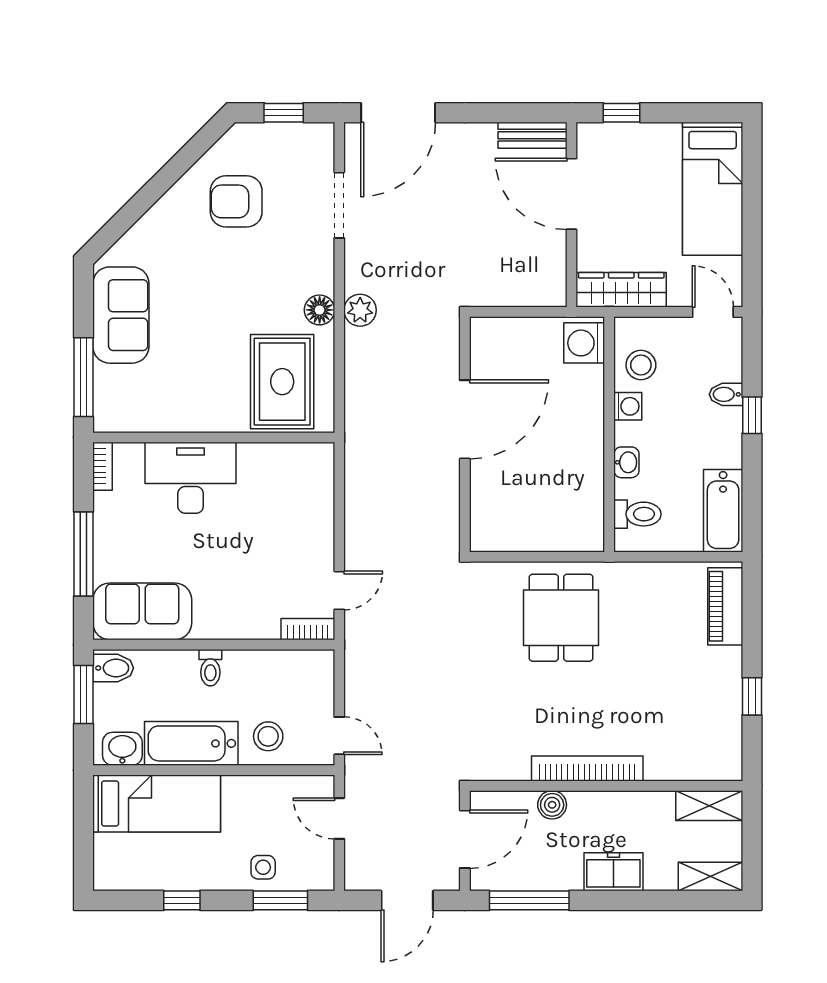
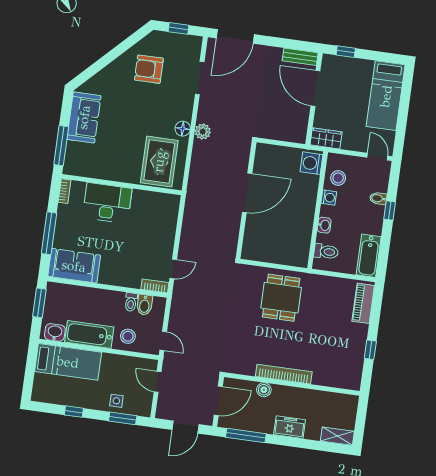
wardrobe: (621, 290) -> (326, 138), width x0.67
bidet: (113, 668) -> (145, 305), moved, turned 90
toilet: (210, 668) -> (131, 302), moved
shelving: (709, 806) -> (342, 401), removed

